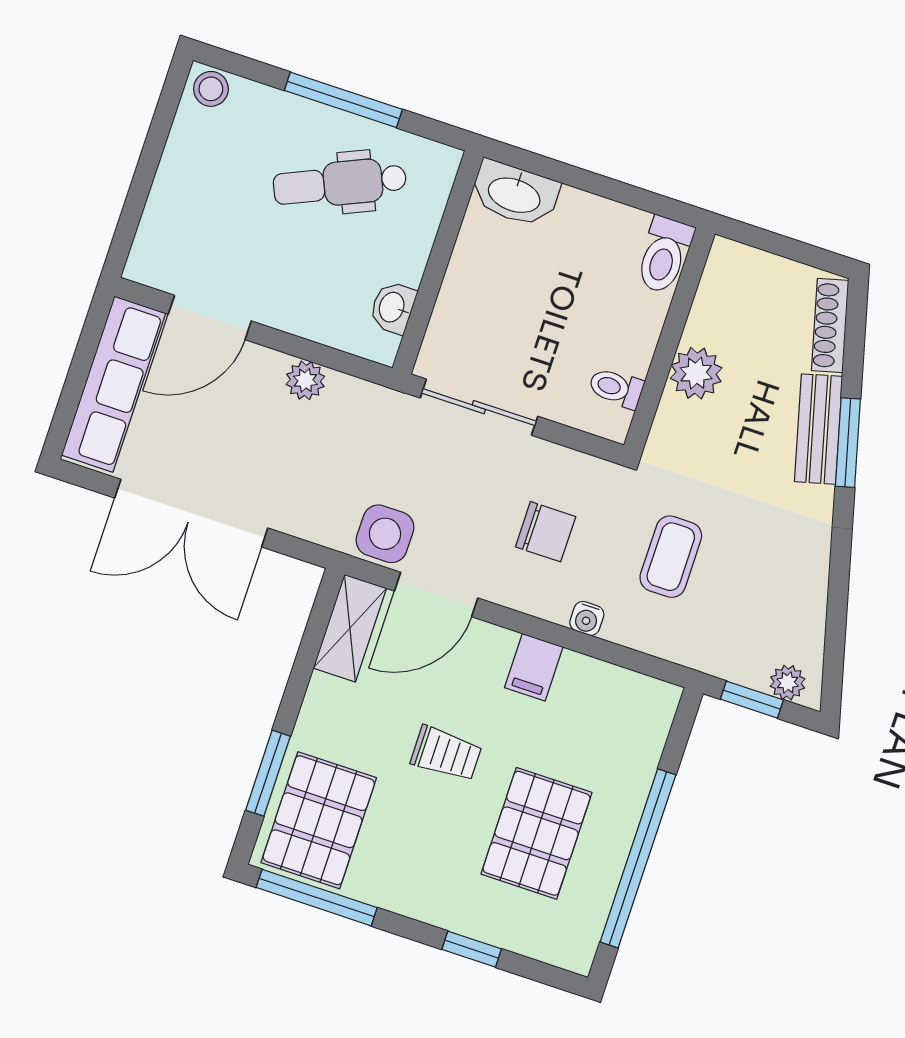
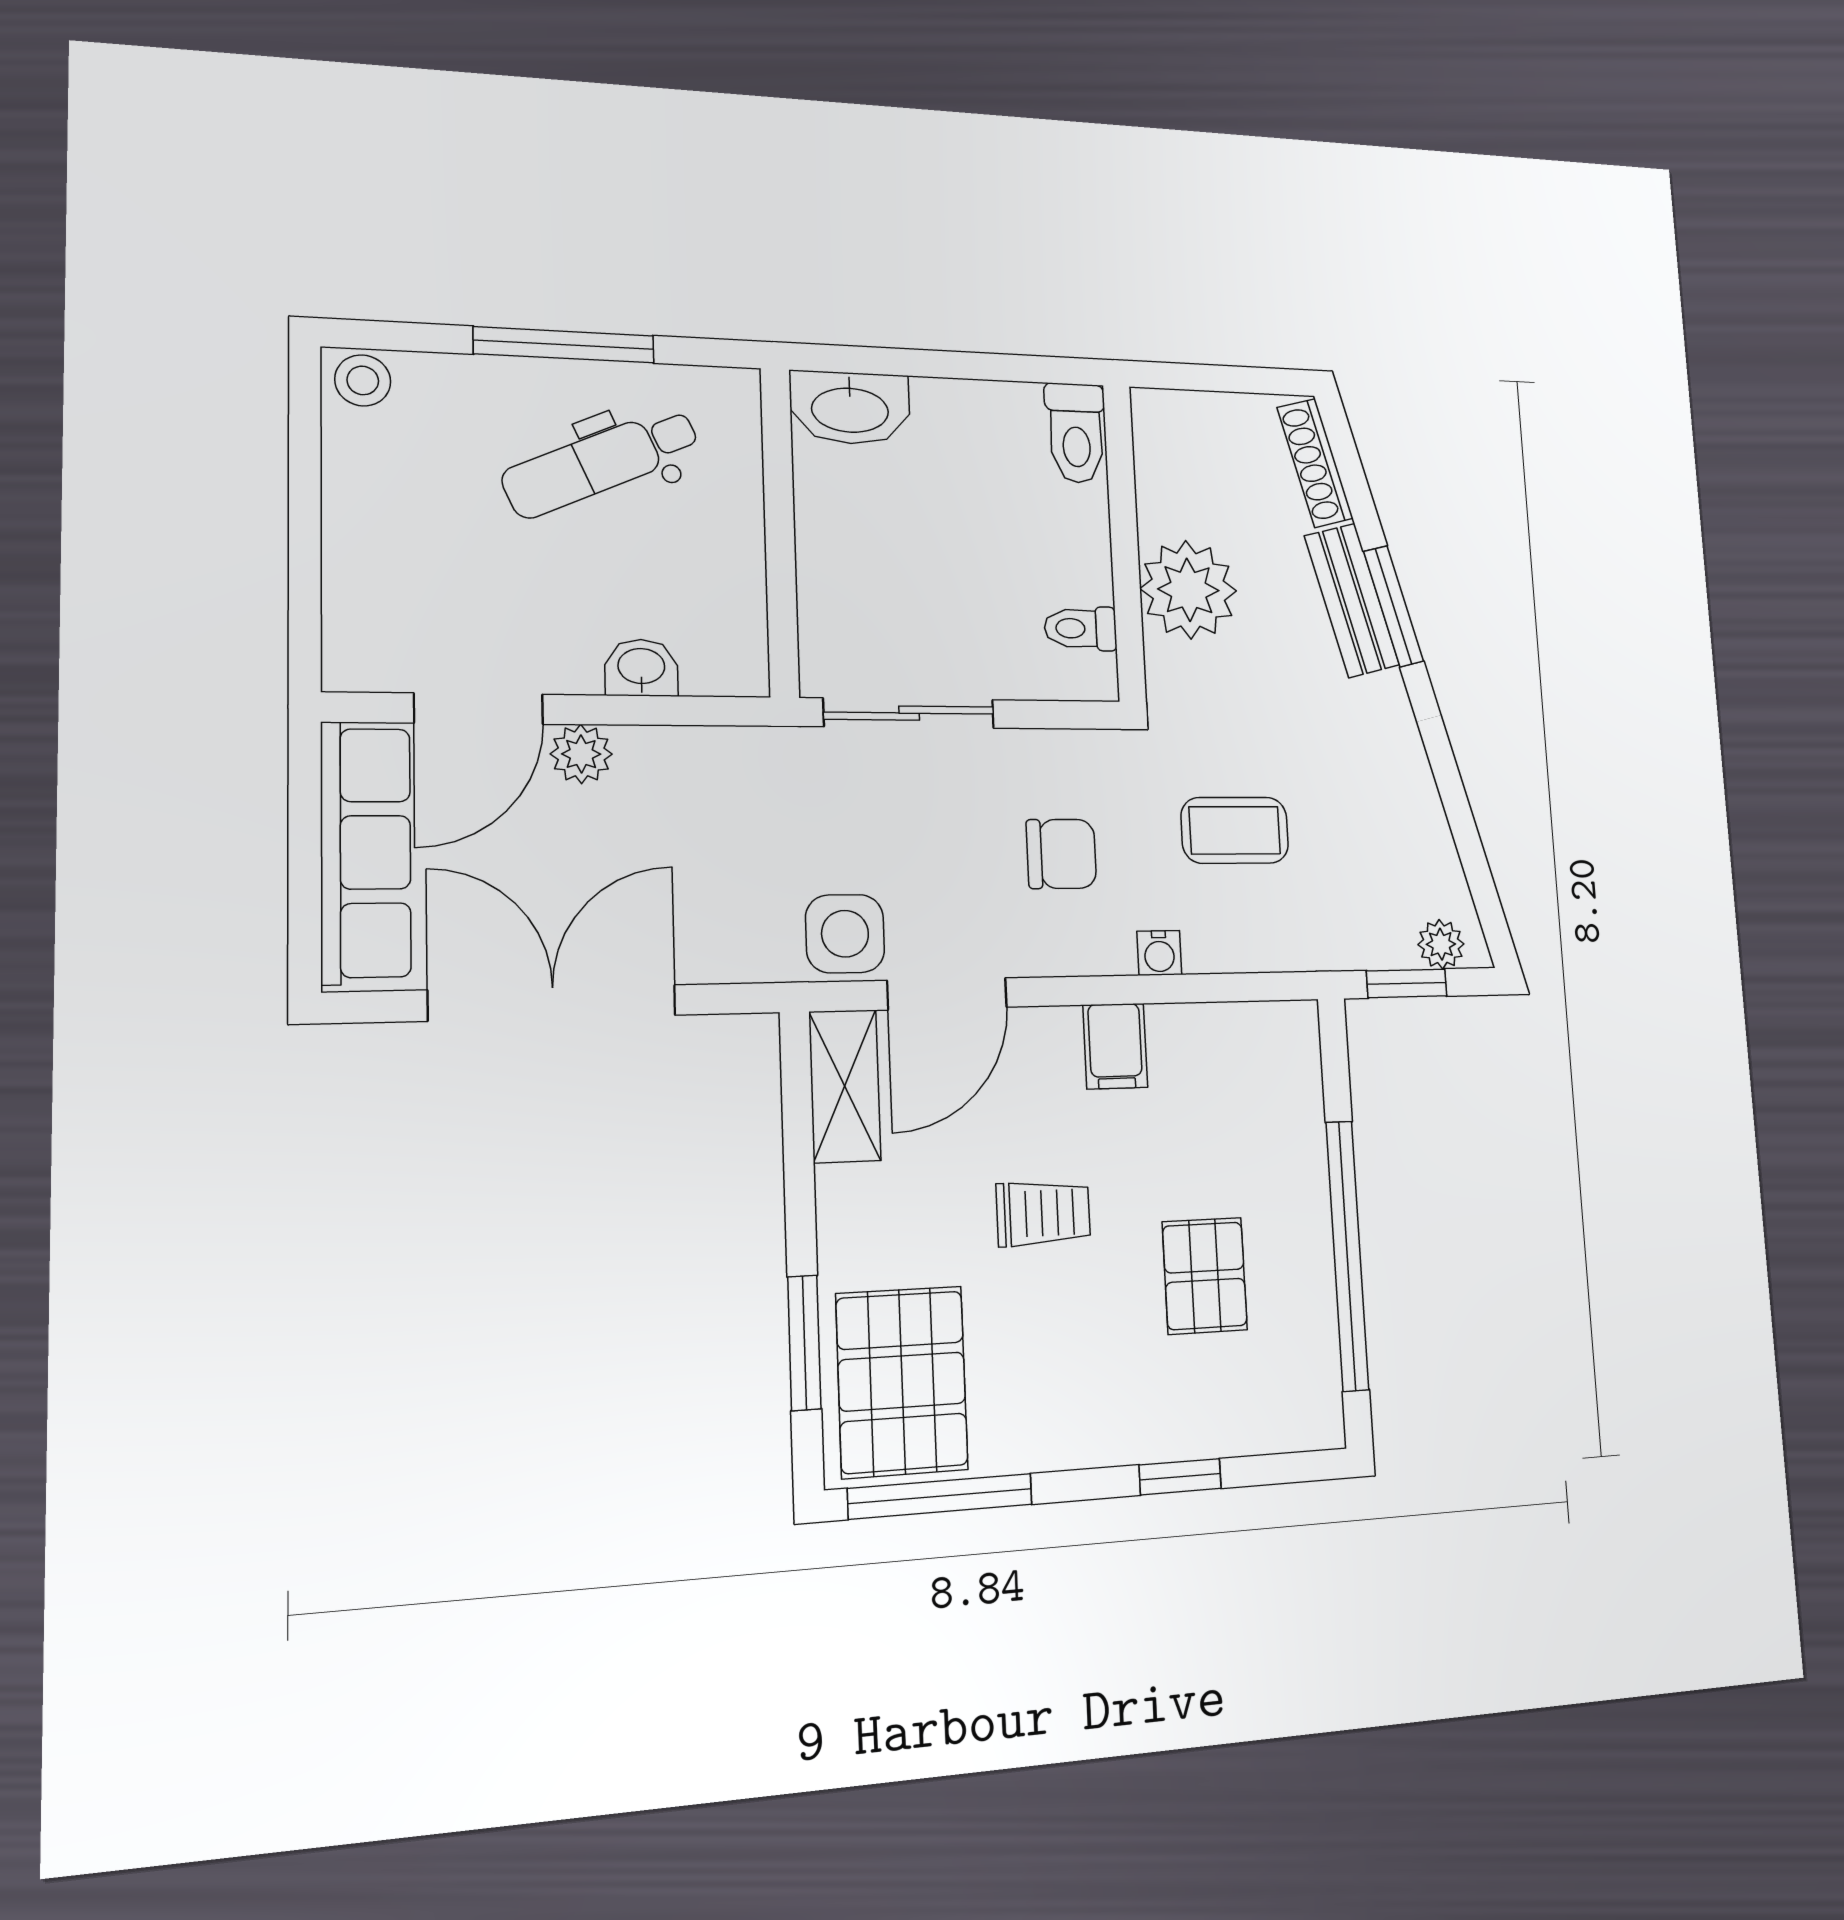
washbasin: (393, 308) -> (641, 668), moved, turned 90
plant: (696, 373) -> (1188, 590), width x1.36, depth x1.36
plant: (305, 380) -> (581, 754), moved
double door: (191, 513) -> (553, 1003), swing flipped
coffee table: (671, 557) -> (1235, 830), turned 90
pallet: (536, 833) -> (1205, 1276), width x0.67, depth x0.71

